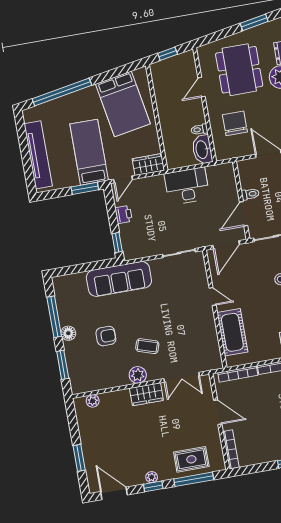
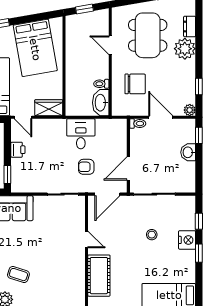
door: (201, 87) -> (110, 45), hinge flipped
chair: (235, 123) -> (135, 84), turned 90
door: (123, 179) -> (23, 117), hinge flipped
desk: (187, 186) -> (81, 134), width x0.73
toilet: (250, 194) -> (138, 124), moved
armchair: (199, 220) -> (86, 167), added

